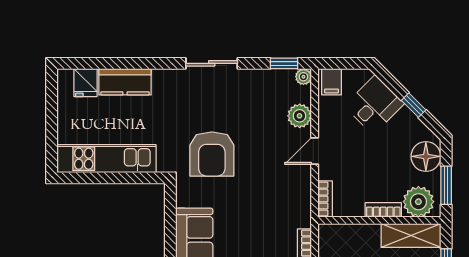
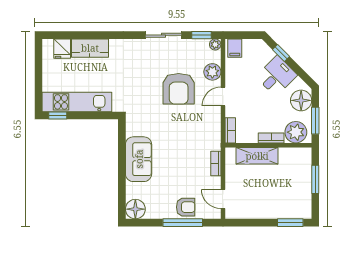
sliding door: (212, 63) -> (164, 35), moved
desk: (374, 105) -> (276, 76), moved
window: (414, 105) -> (281, 53), moved
armchair: (212, 154) -> (179, 89), moved
window: (79, 178) -> (58, 115), added
shelving: (411, 235) -> (257, 156), moved

